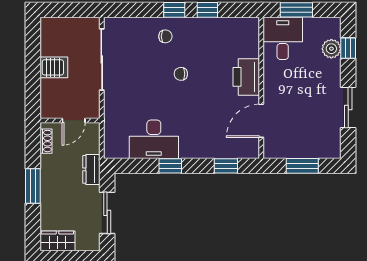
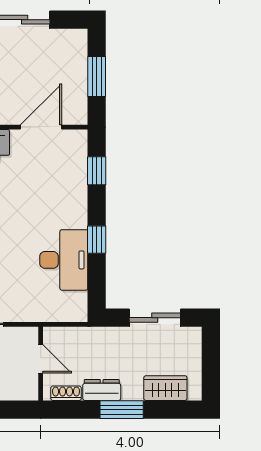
door: (261, 121) -> (41, 127), swing flipped
dresser: (91, 169) -> (102, 390), moved, turned 180
wardrobe: (57, 241) -> (165, 388), moved, turned 90

